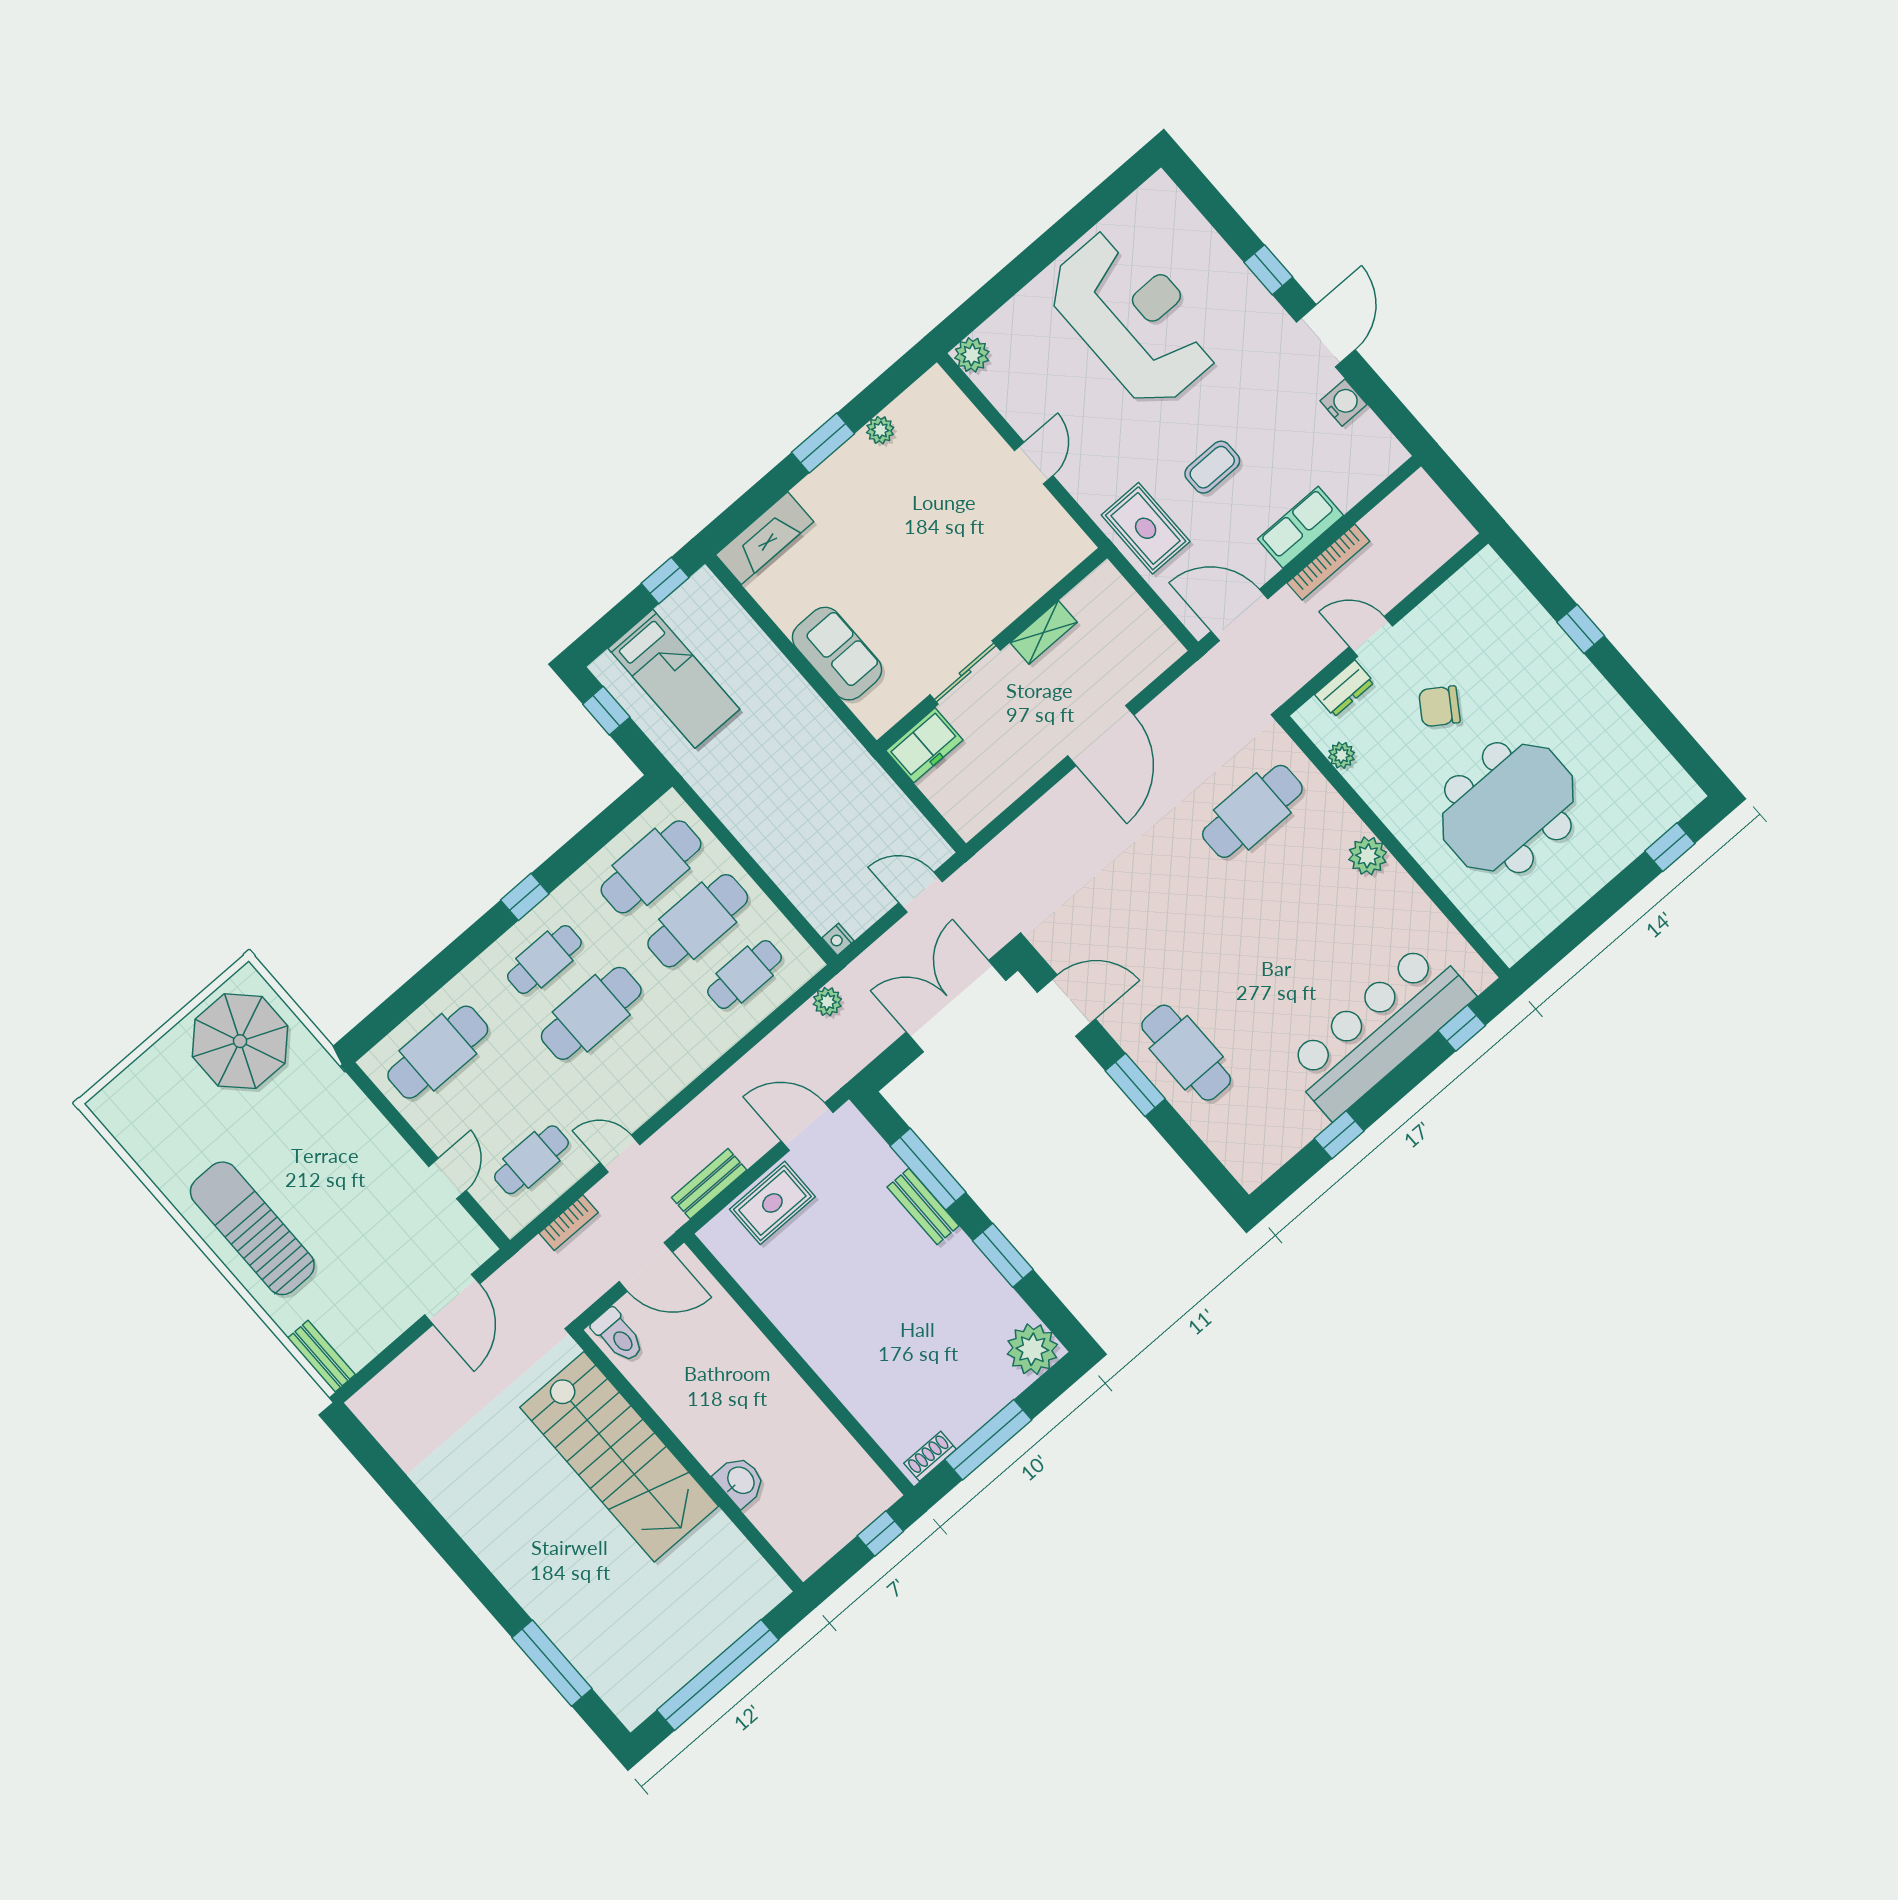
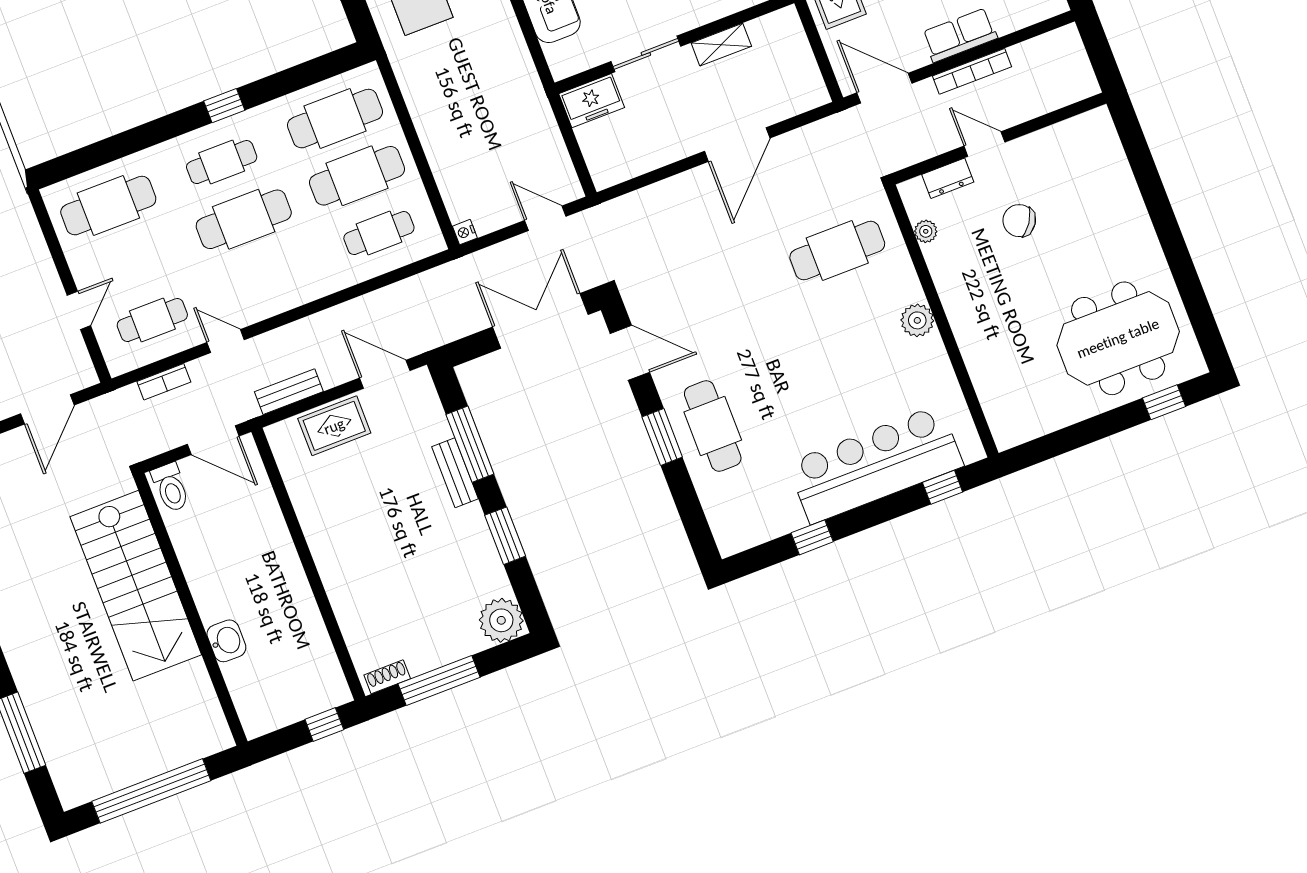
window: (1581, 629) -> (1156, 200), removed
meeting table: (1508, 808) -> (1118, 338), moved
plant: (827, 1002) -> (438, 279), removed

